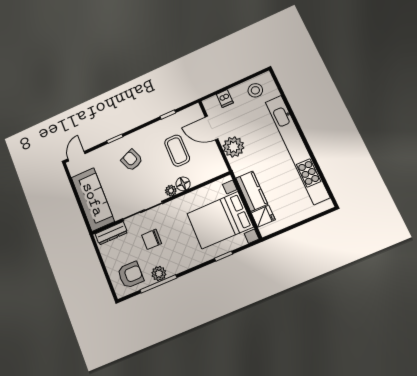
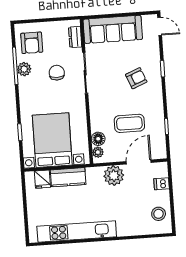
kitchen unit: (297, 149) -> (77, 231), width x0.73
floor lamp: (183, 184) -> (98, 139), moved
plant: (171, 191) -> (98, 152), moved
dresser: (111, 233) -> (75, 37), width x0.70

